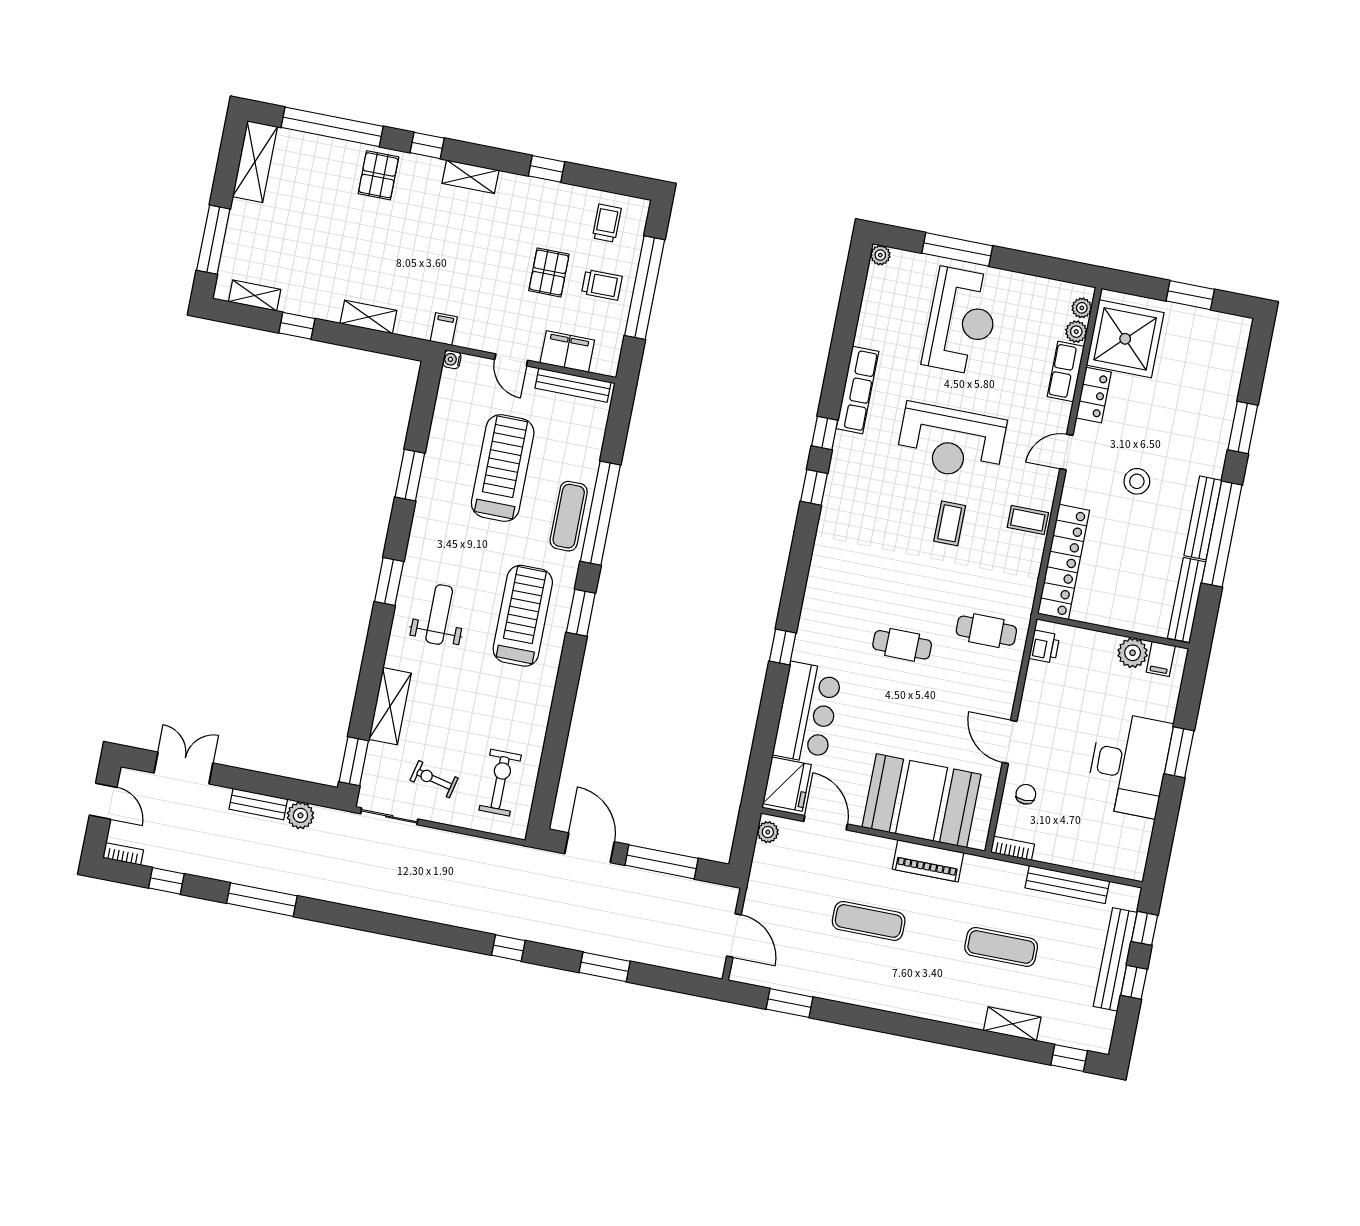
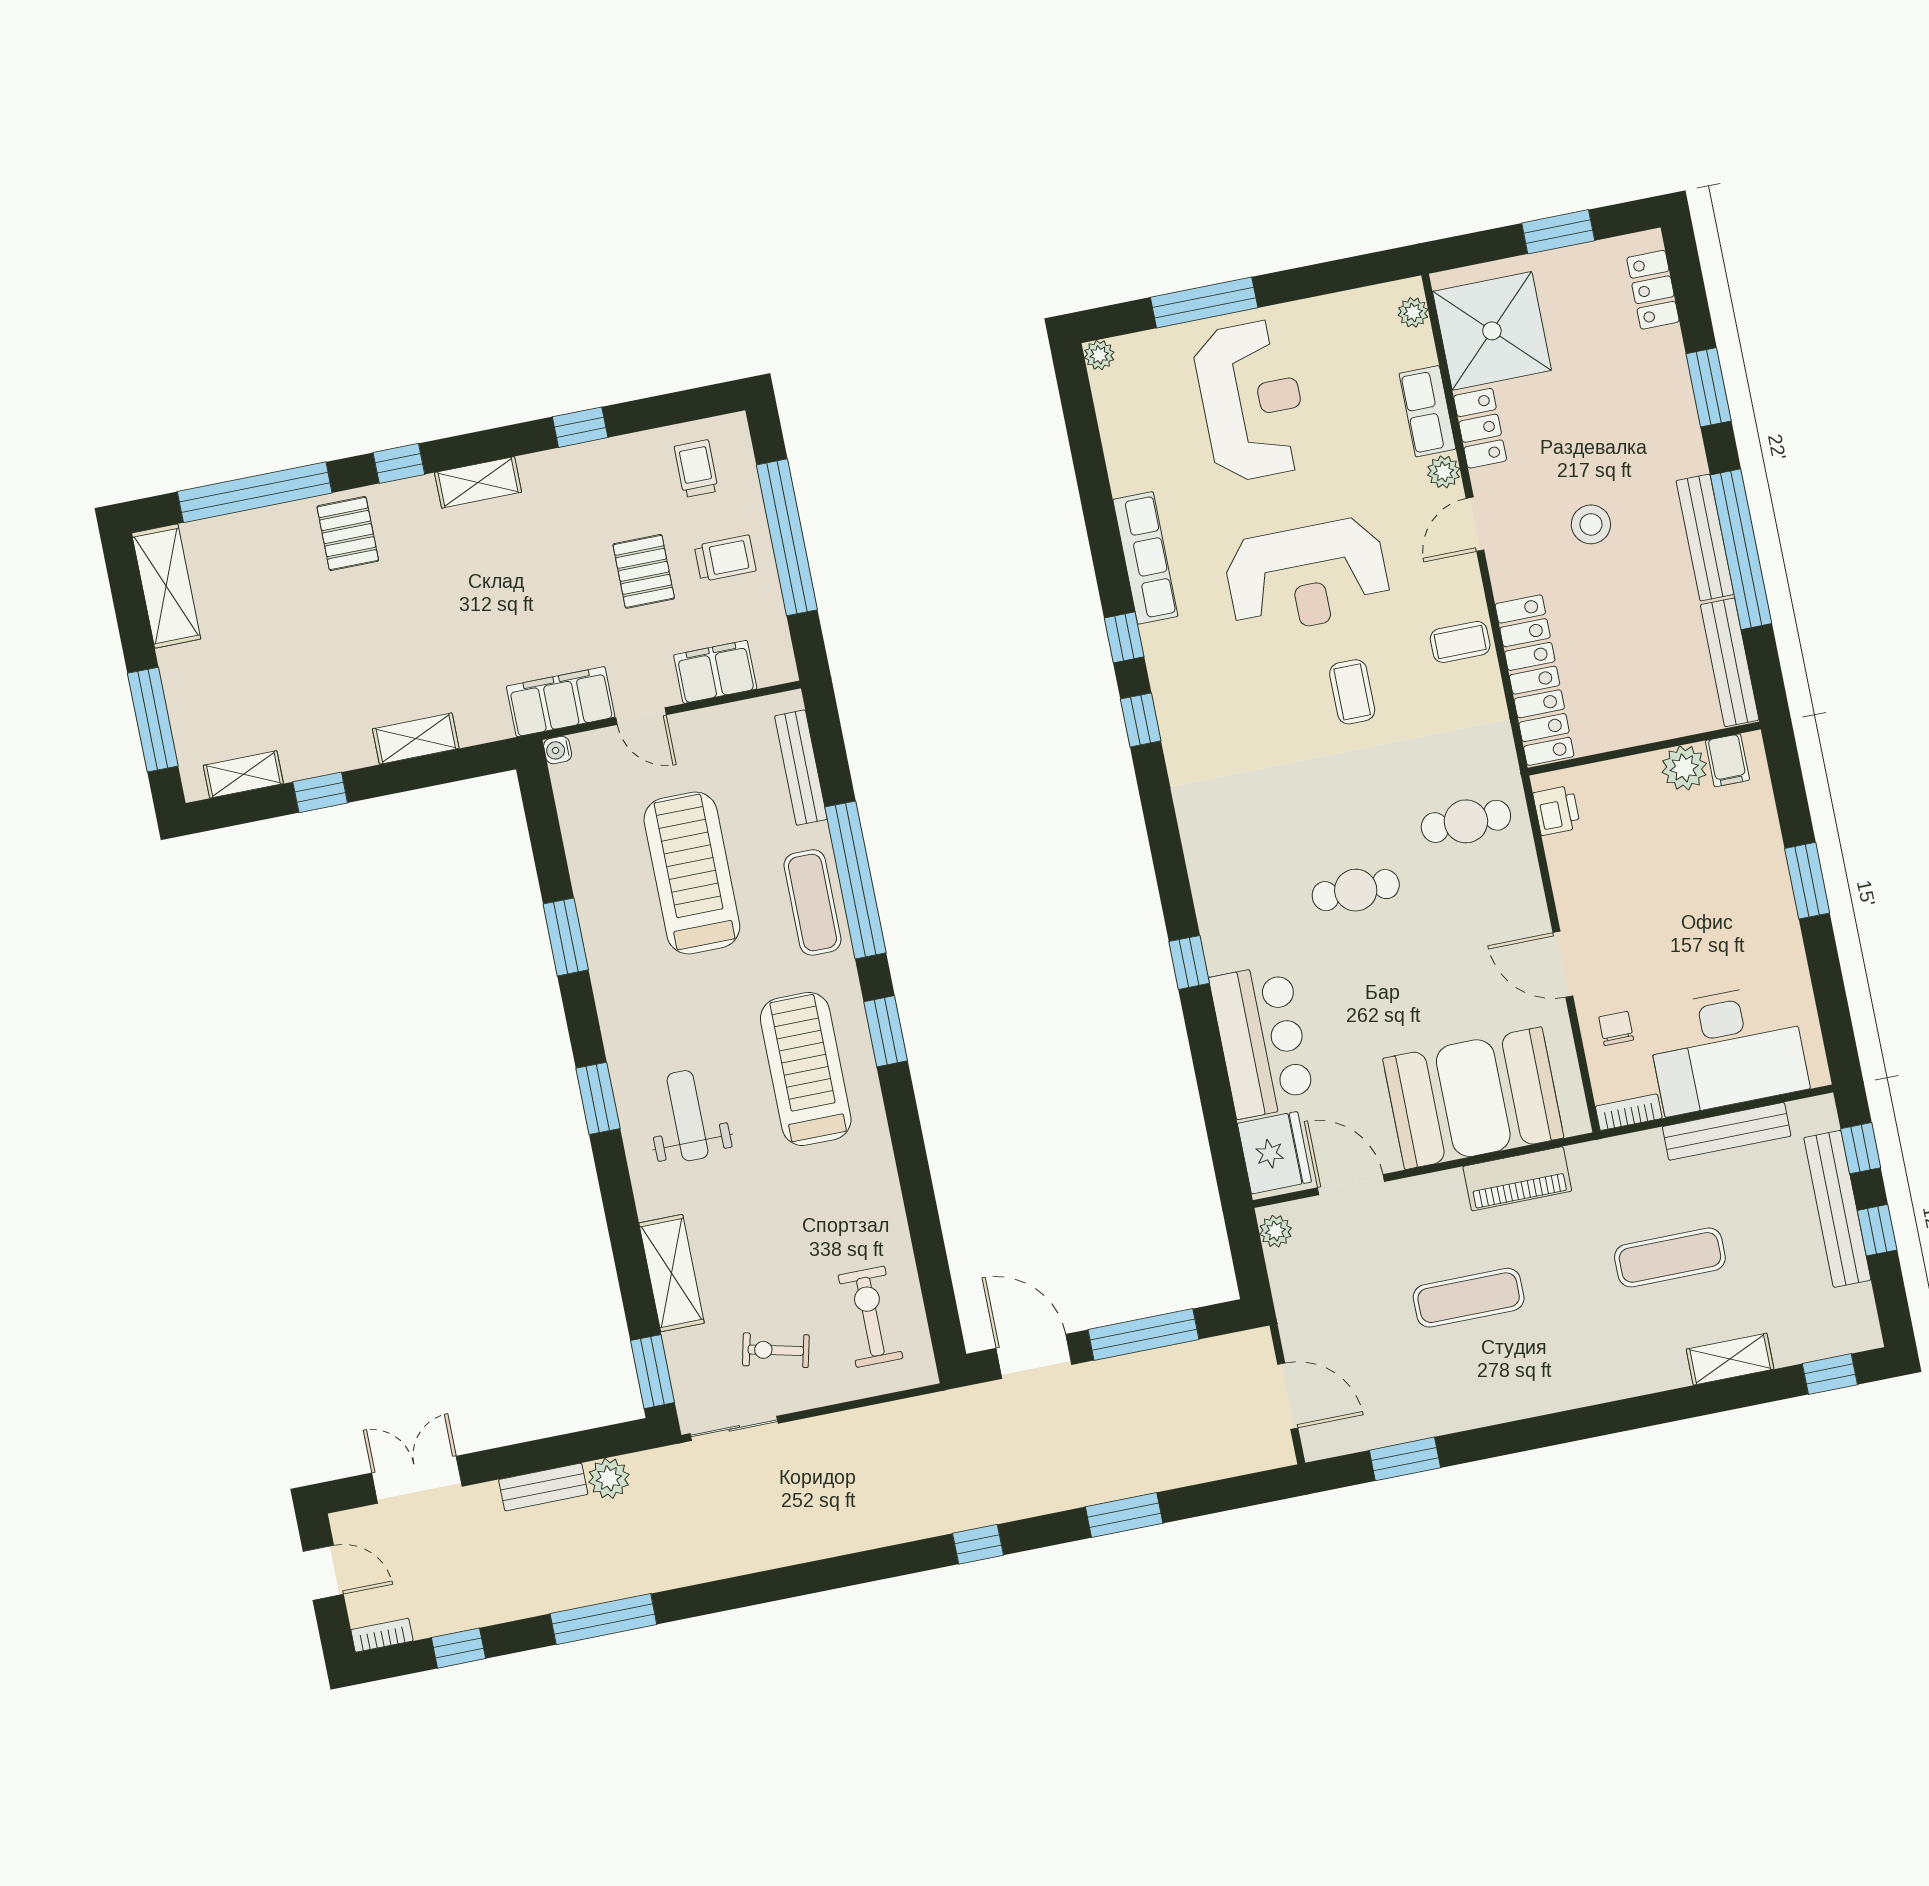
filing cabinet: (444, 329) -> (561, 702), width x3.00, depth x1.17
plant: (1076, 332) -> (1444, 472), moved
locker: (1233, 354) -> (1653, 290), added
bench: (573, 385) -> (801, 768), moved, turned 90
desk: (1129, 765) -> (1727, 1049), moved, turned 90

